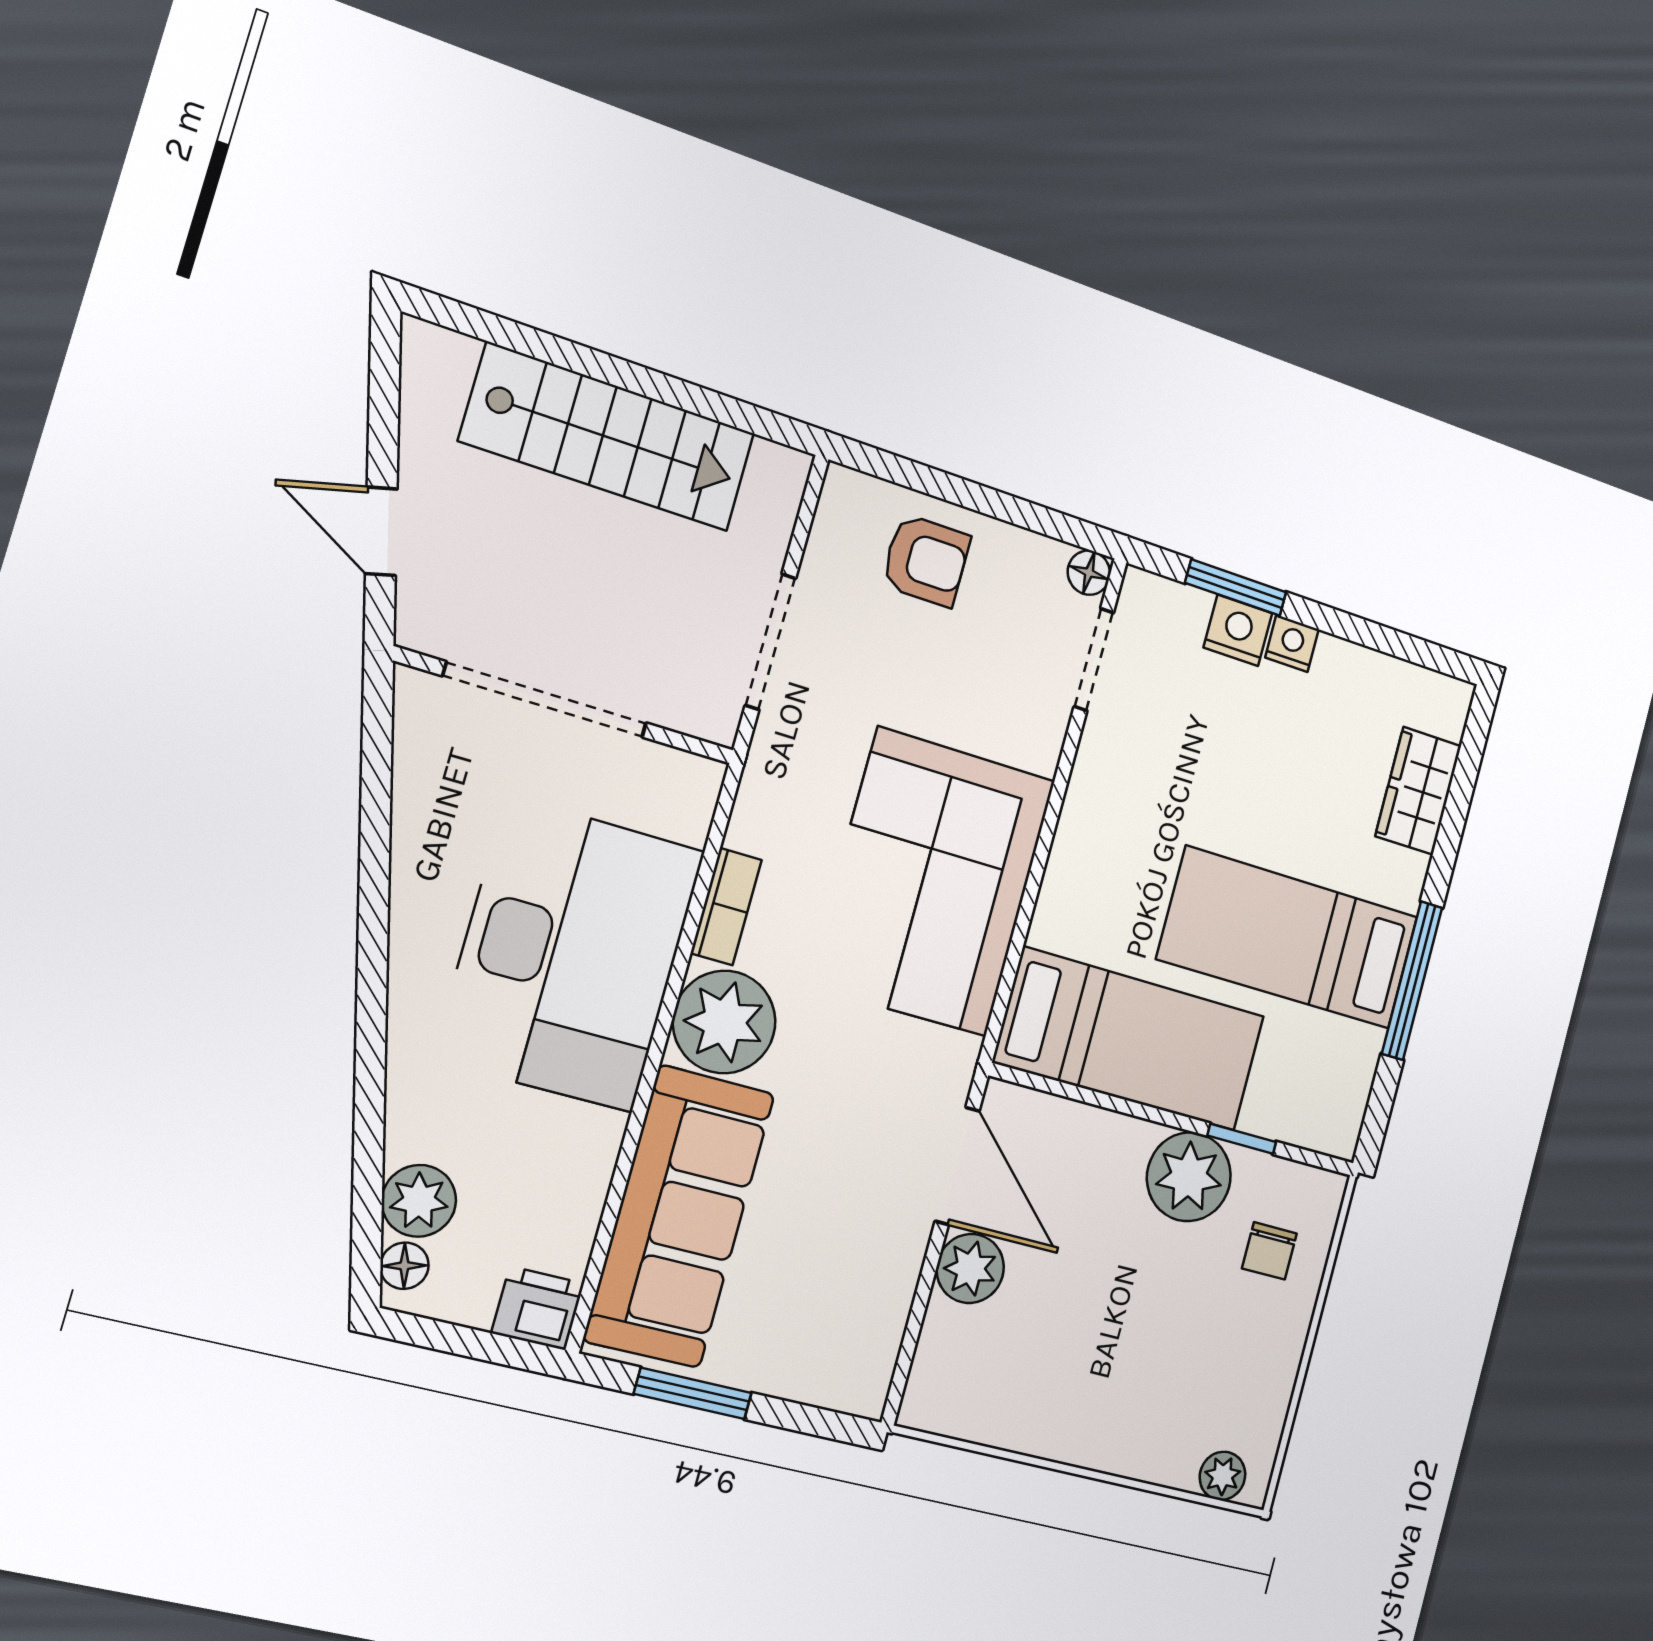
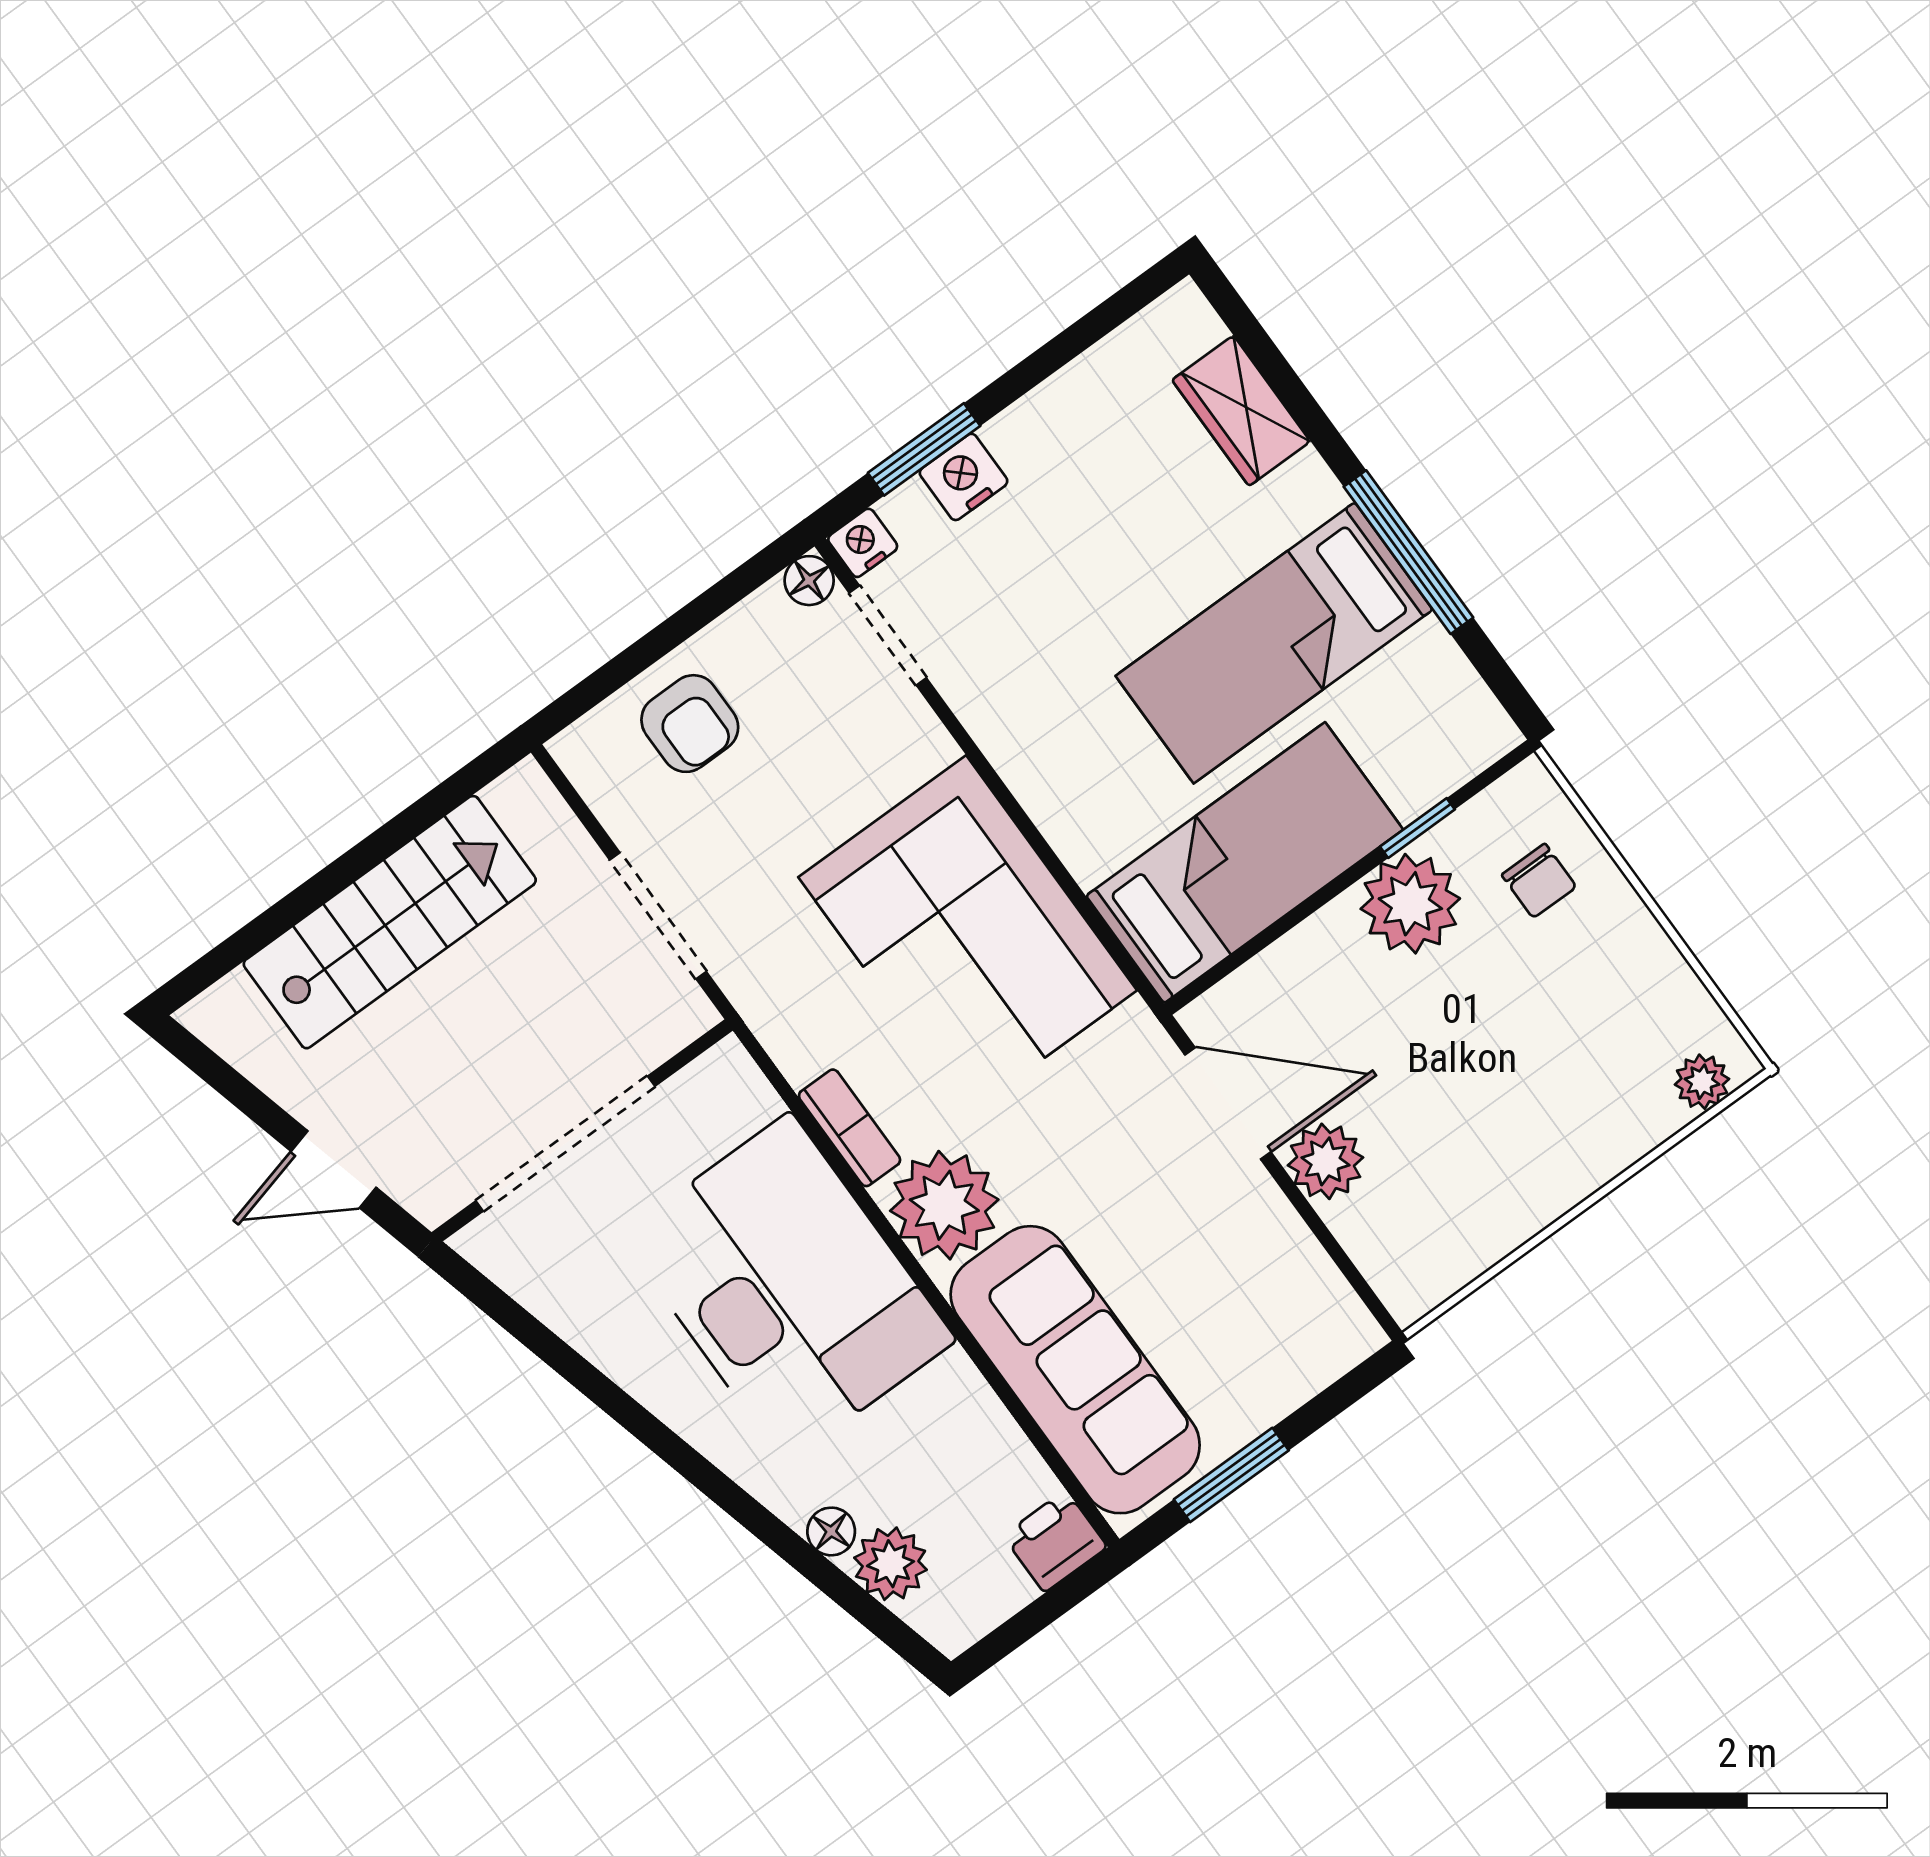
armchair: (926, 560) -> (690, 724), turned 90
nightstand: (1292, 643) -> (863, 543), moved
floor lamp: (404, 1266) -> (831, 1531), moved

